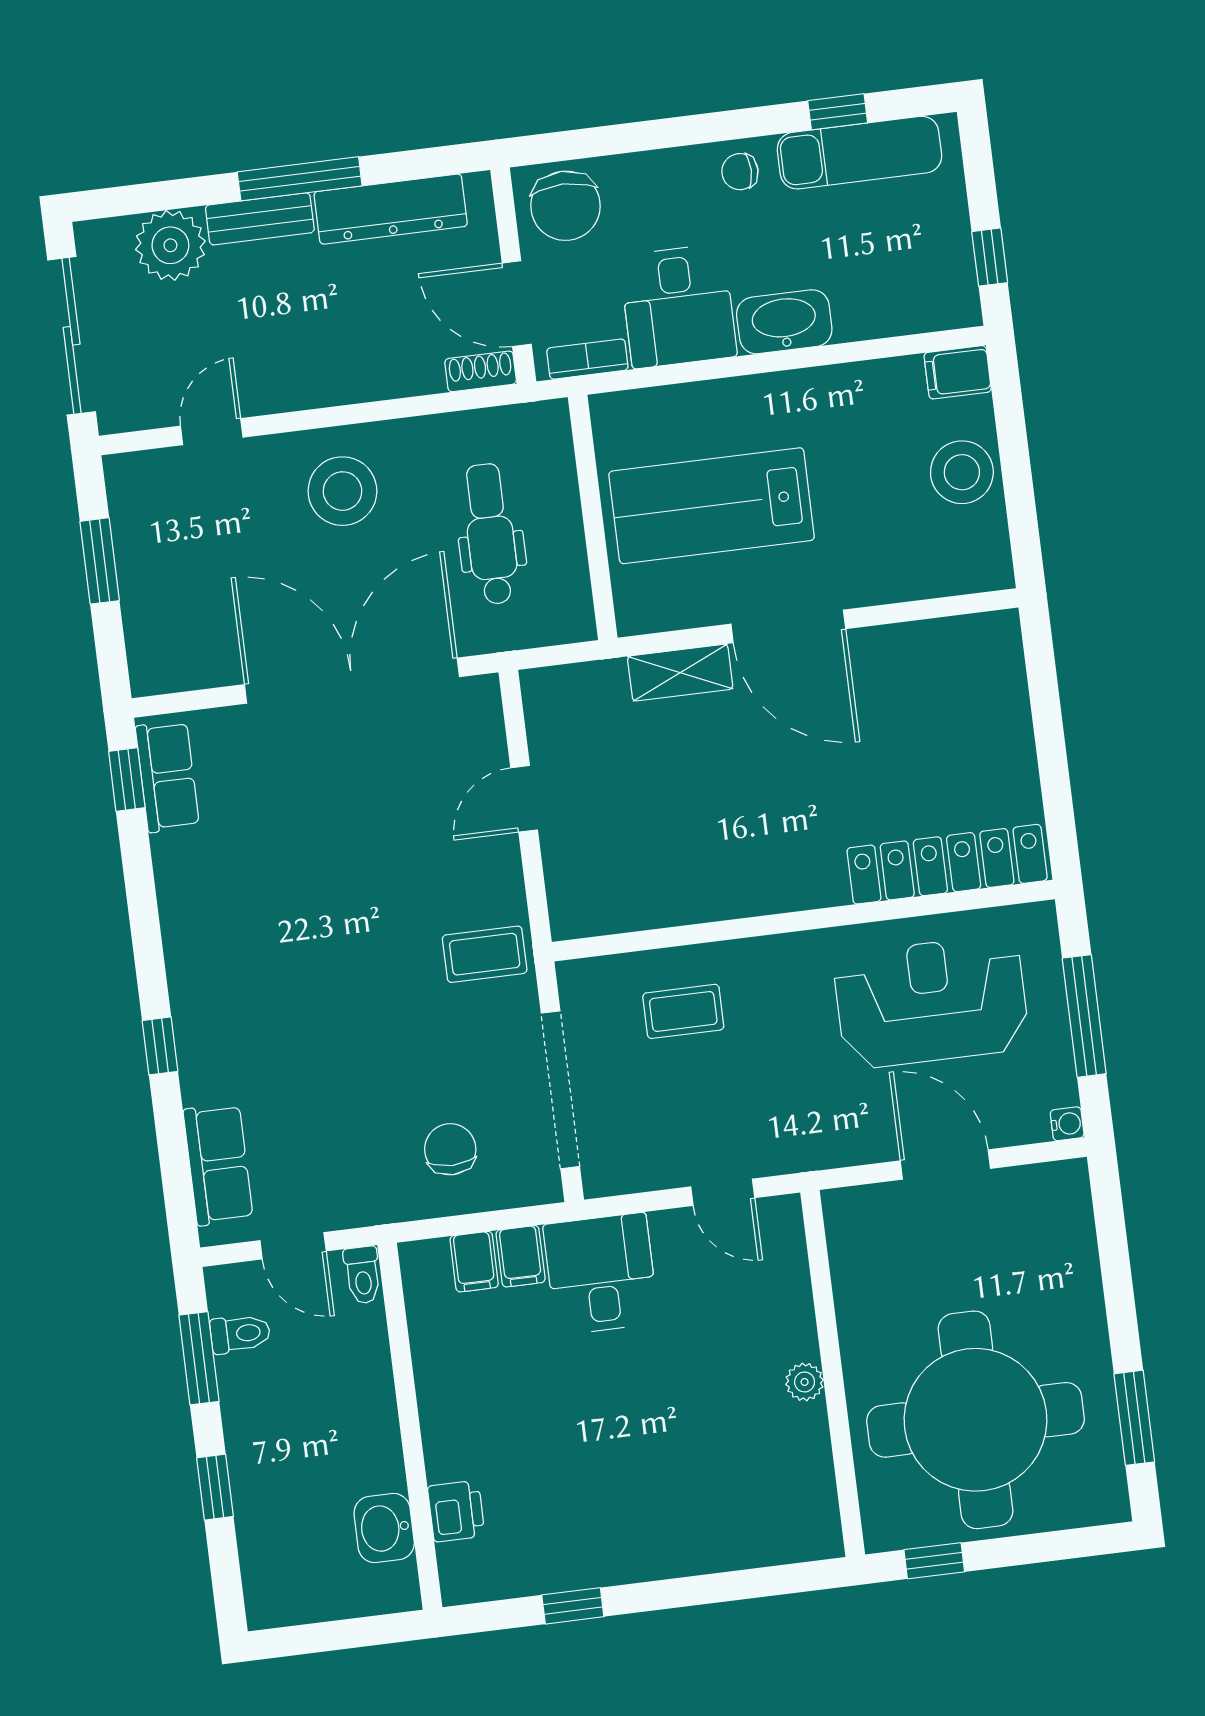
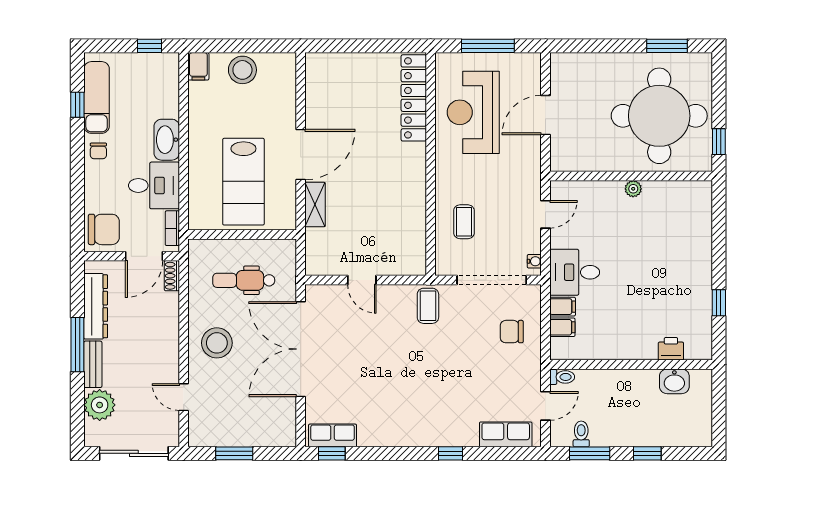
water cooler: (1067, 1124) -> (534, 261), moved, turned 90

